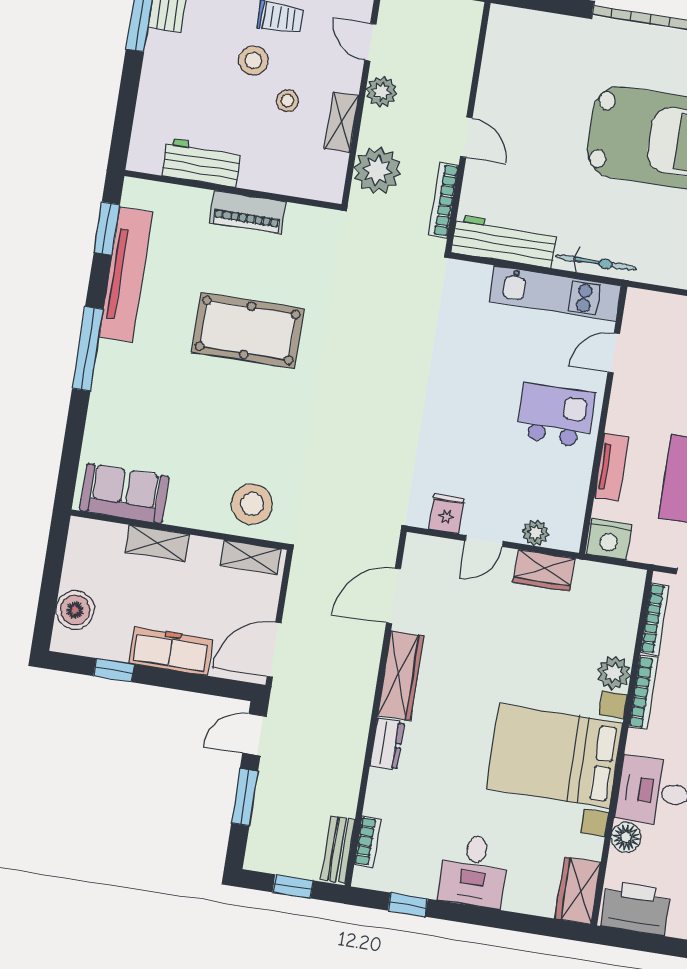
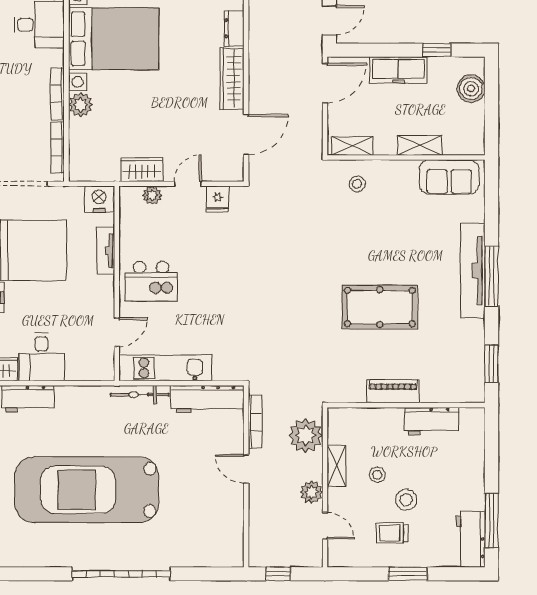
tv unit: (126, 275) -> (473, 271), moved
stool: (252, 504) -> (357, 184), width x0.53, depth x0.53

